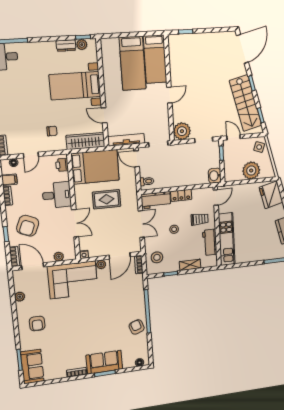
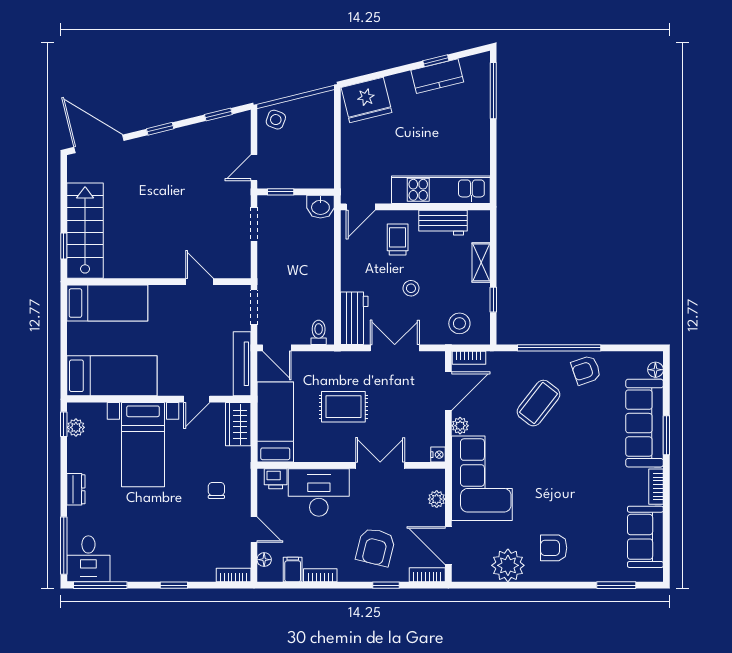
dresser: (66, 46) -> (76, 489), moved
bed: (133, 63) -> (112, 376), moved
door: (169, 95) -> (200, 282), moved
stairs: (246, 103) -> (85, 231), moved, turned -76
plant: (182, 131) -> (235, 263), removed
wardrobe: (85, 141) -> (238, 424), width x0.67
door: (137, 159) -> (277, 348), hinge flipped
bed: (95, 167) -> (275, 422), width x0.67
plant: (251, 171) -> (318, 137), removed
desk: (57, 195) -> (319, 492), width x1.37
locker: (181, 195) -> (350, 271), removed
door: (216, 198) -> (361, 207), swing flipped
rug: (107, 199) -> (343, 407), turned 90
armchair: (28, 226) -> (376, 547), turned 81
door: (120, 256) -> (448, 391), hinge flipped
door: (33, 266) -> (448, 546), hinge flipped
plant: (20, 297) -> (508, 565), width x1.88, depth x1.88
coffee table: (117, 305) -> (539, 403), added
armchair: (37, 324) -> (554, 548), turned 180
sofa: (104, 362) -> (644, 423), width x1.36
sofa: (32, 366) -> (645, 537), moved, turned -90

